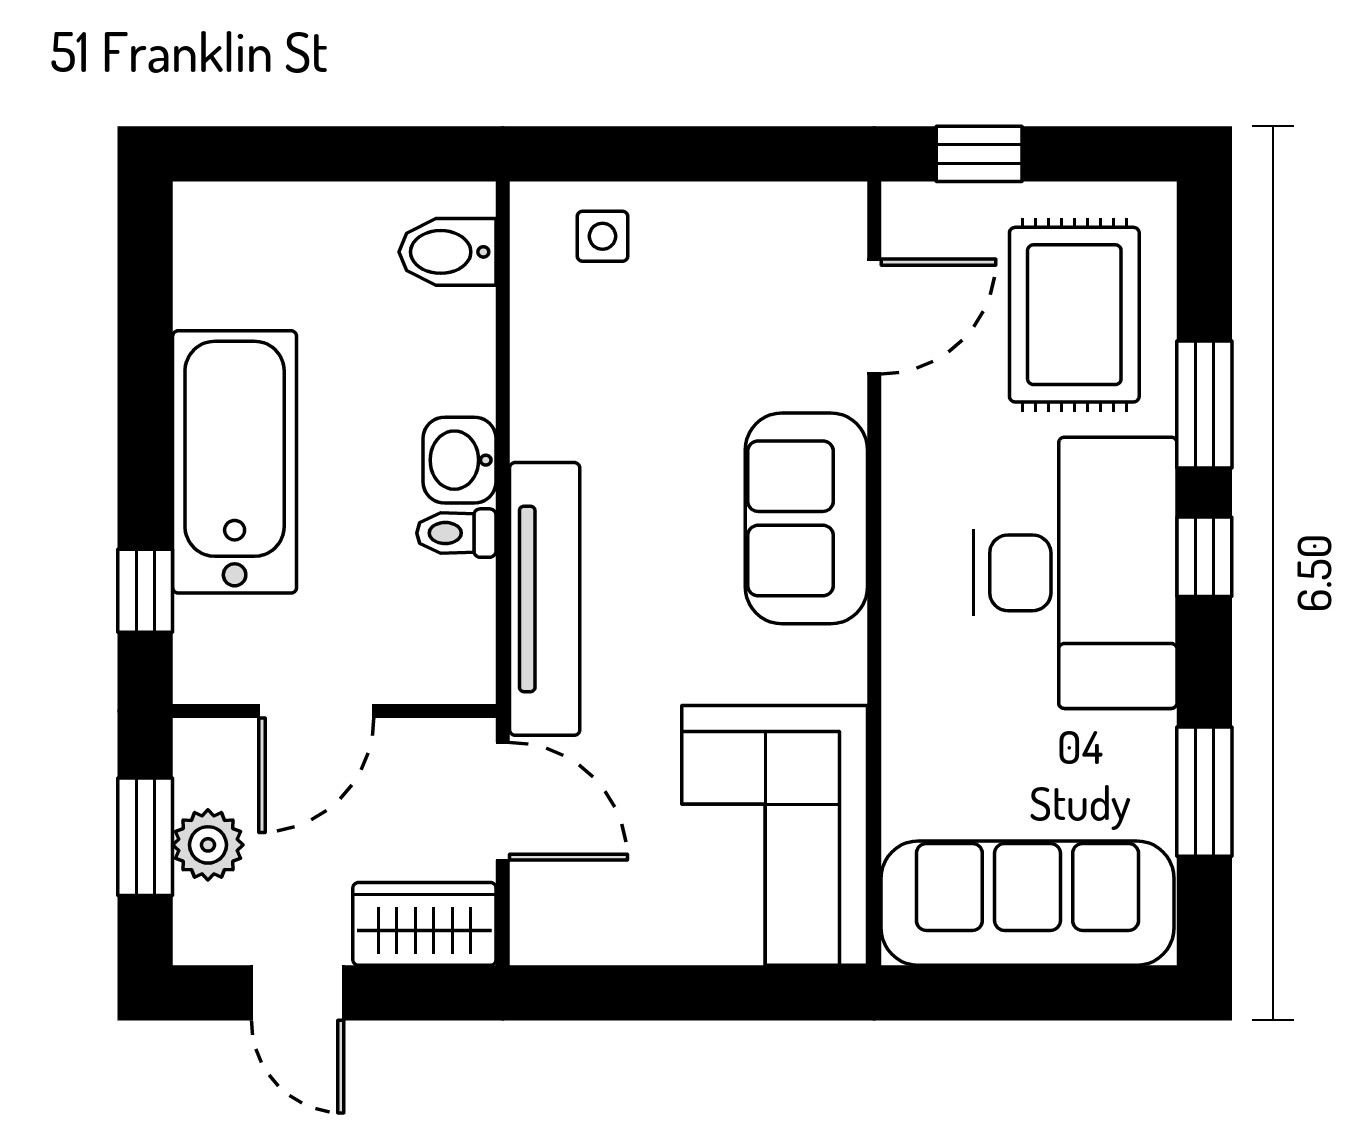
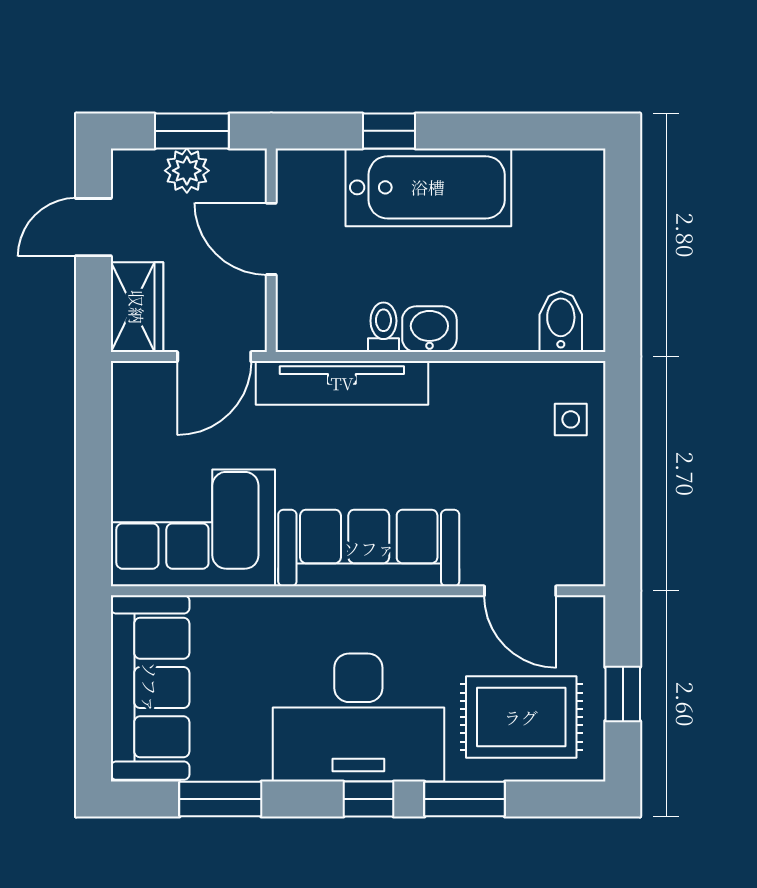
window: (979, 154) -> (623, 694), moved
sofa: (806, 518) -> (369, 548), width x1.36
window: (145, 591) -> (389, 131), moved

